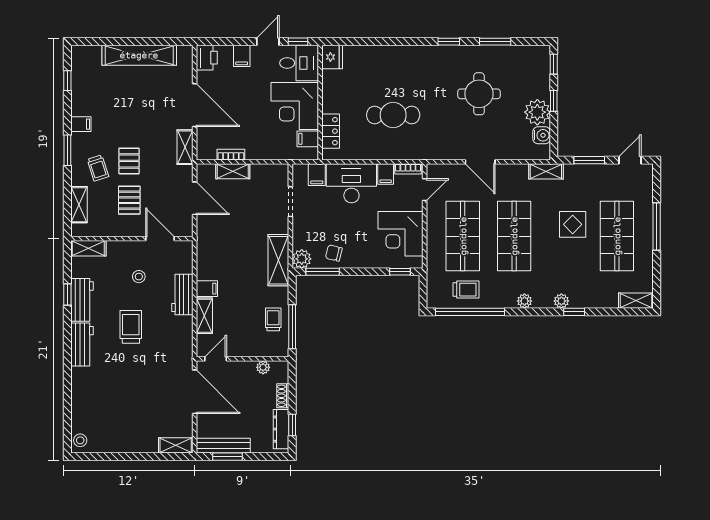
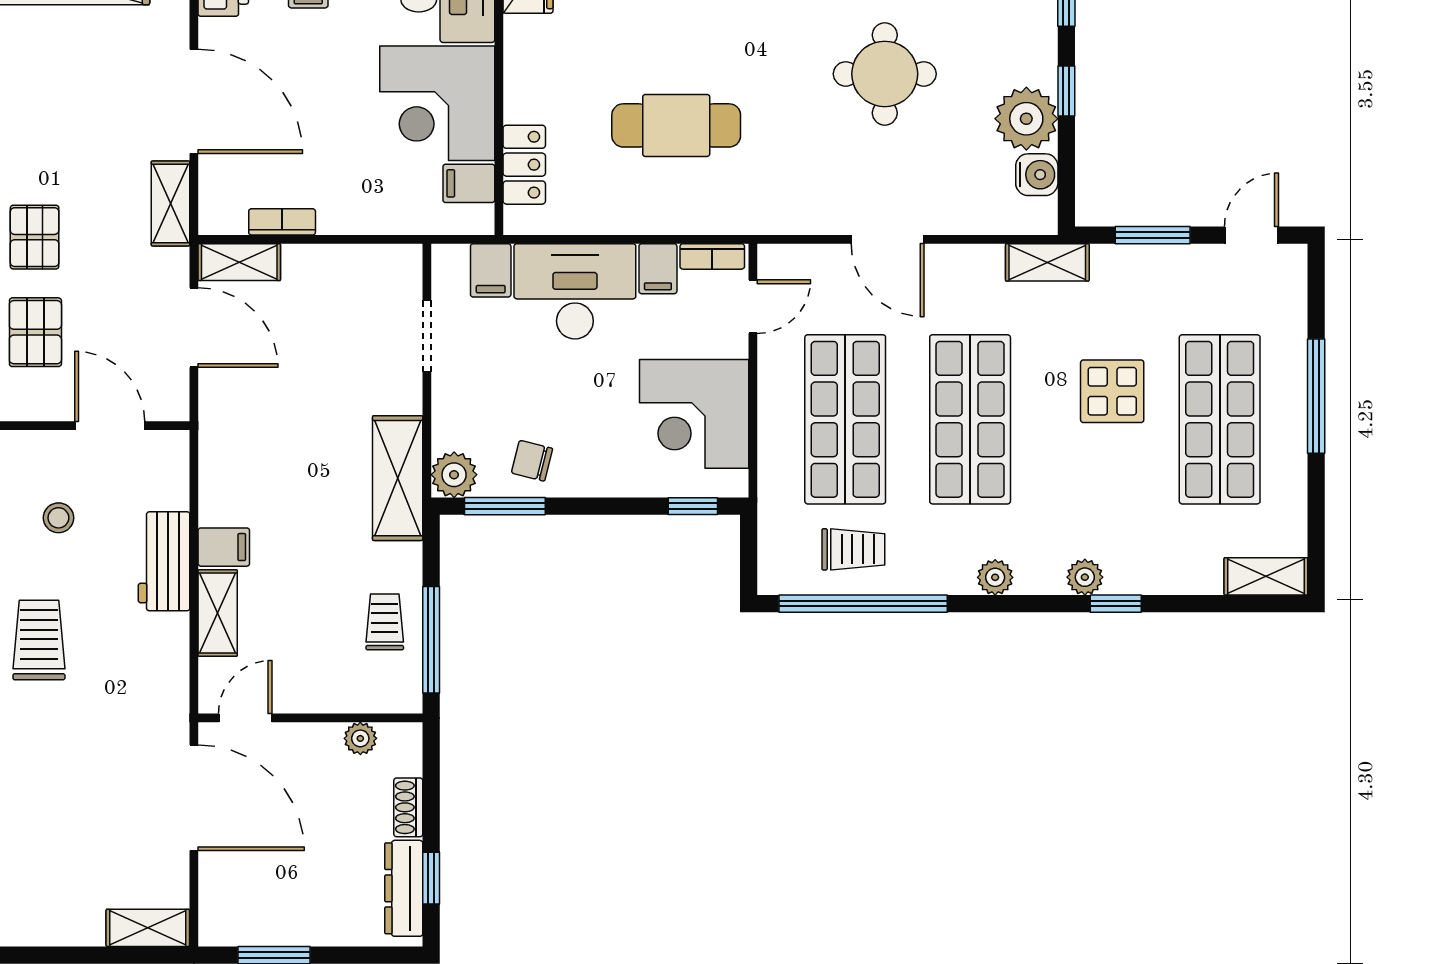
shelving: (233, 171) -> (239, 262), moved
bench: (223, 446) -> (263, 928), removed

